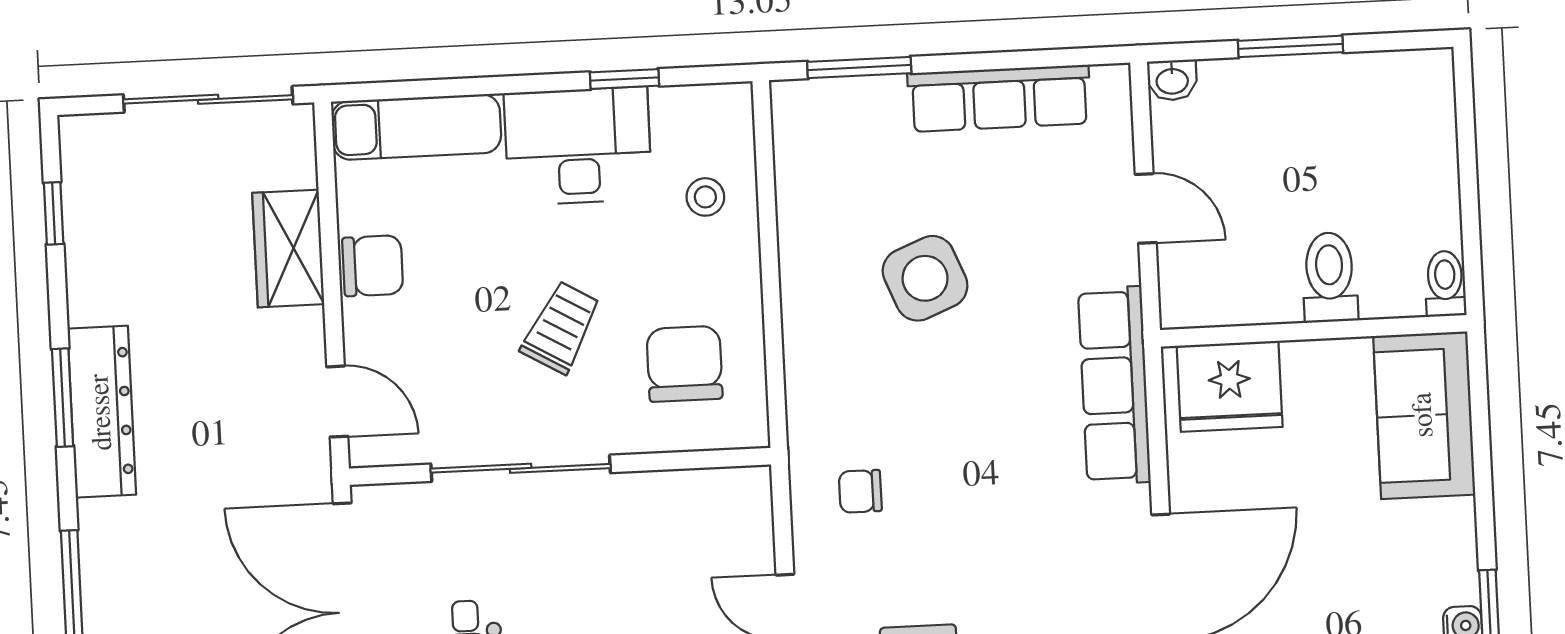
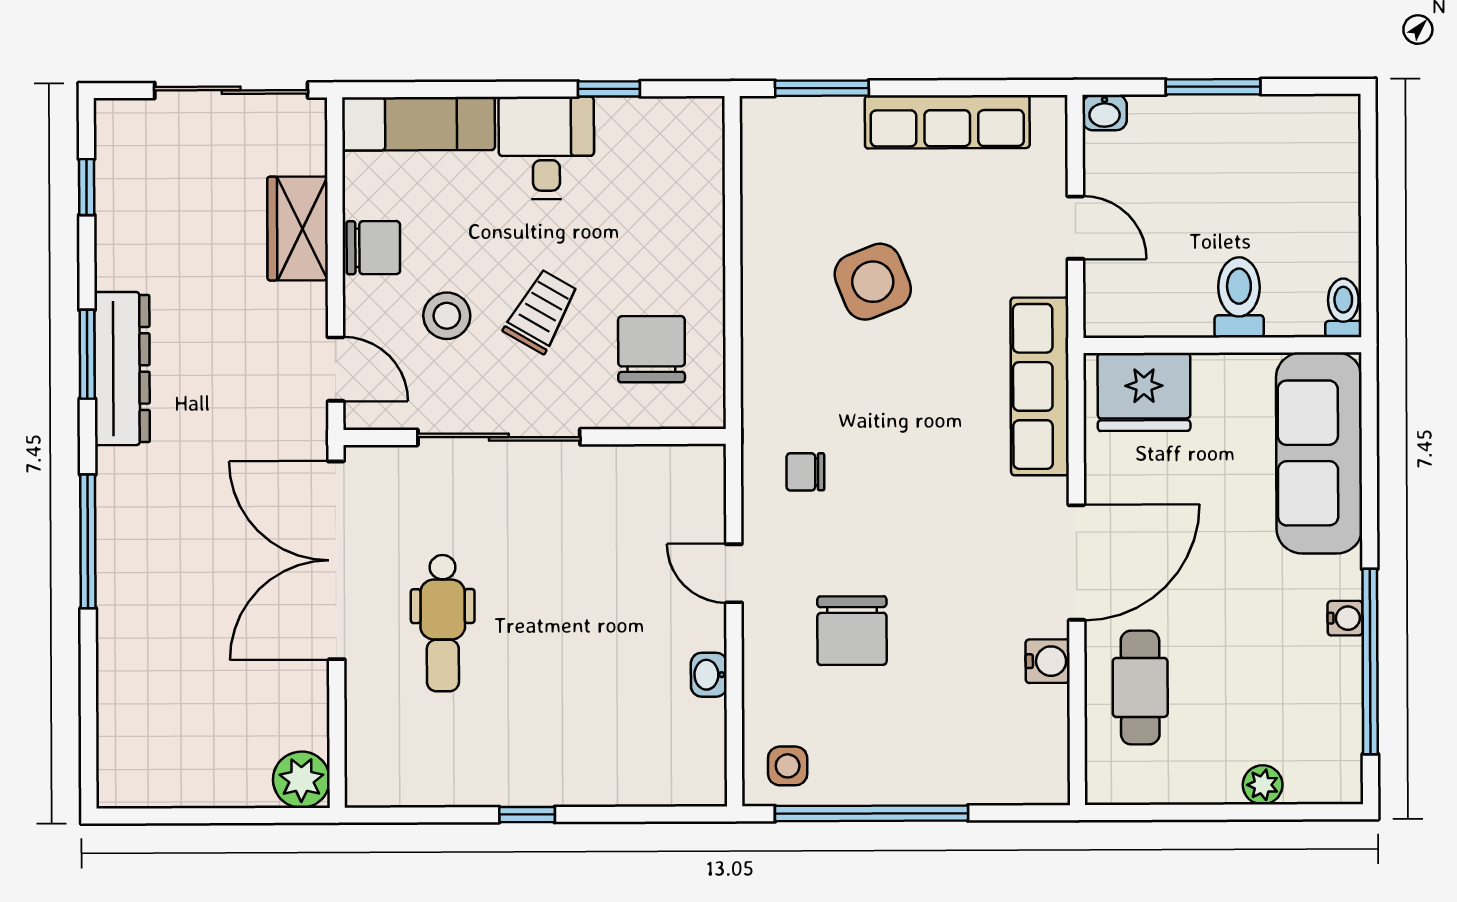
desk: (578, 146) -> (546, 148), width x0.73
stool: (705, 197) -> (447, 316), moved, width x1.37, depth x1.37
sofa: (1424, 415) -> (1319, 453), width x1.36

